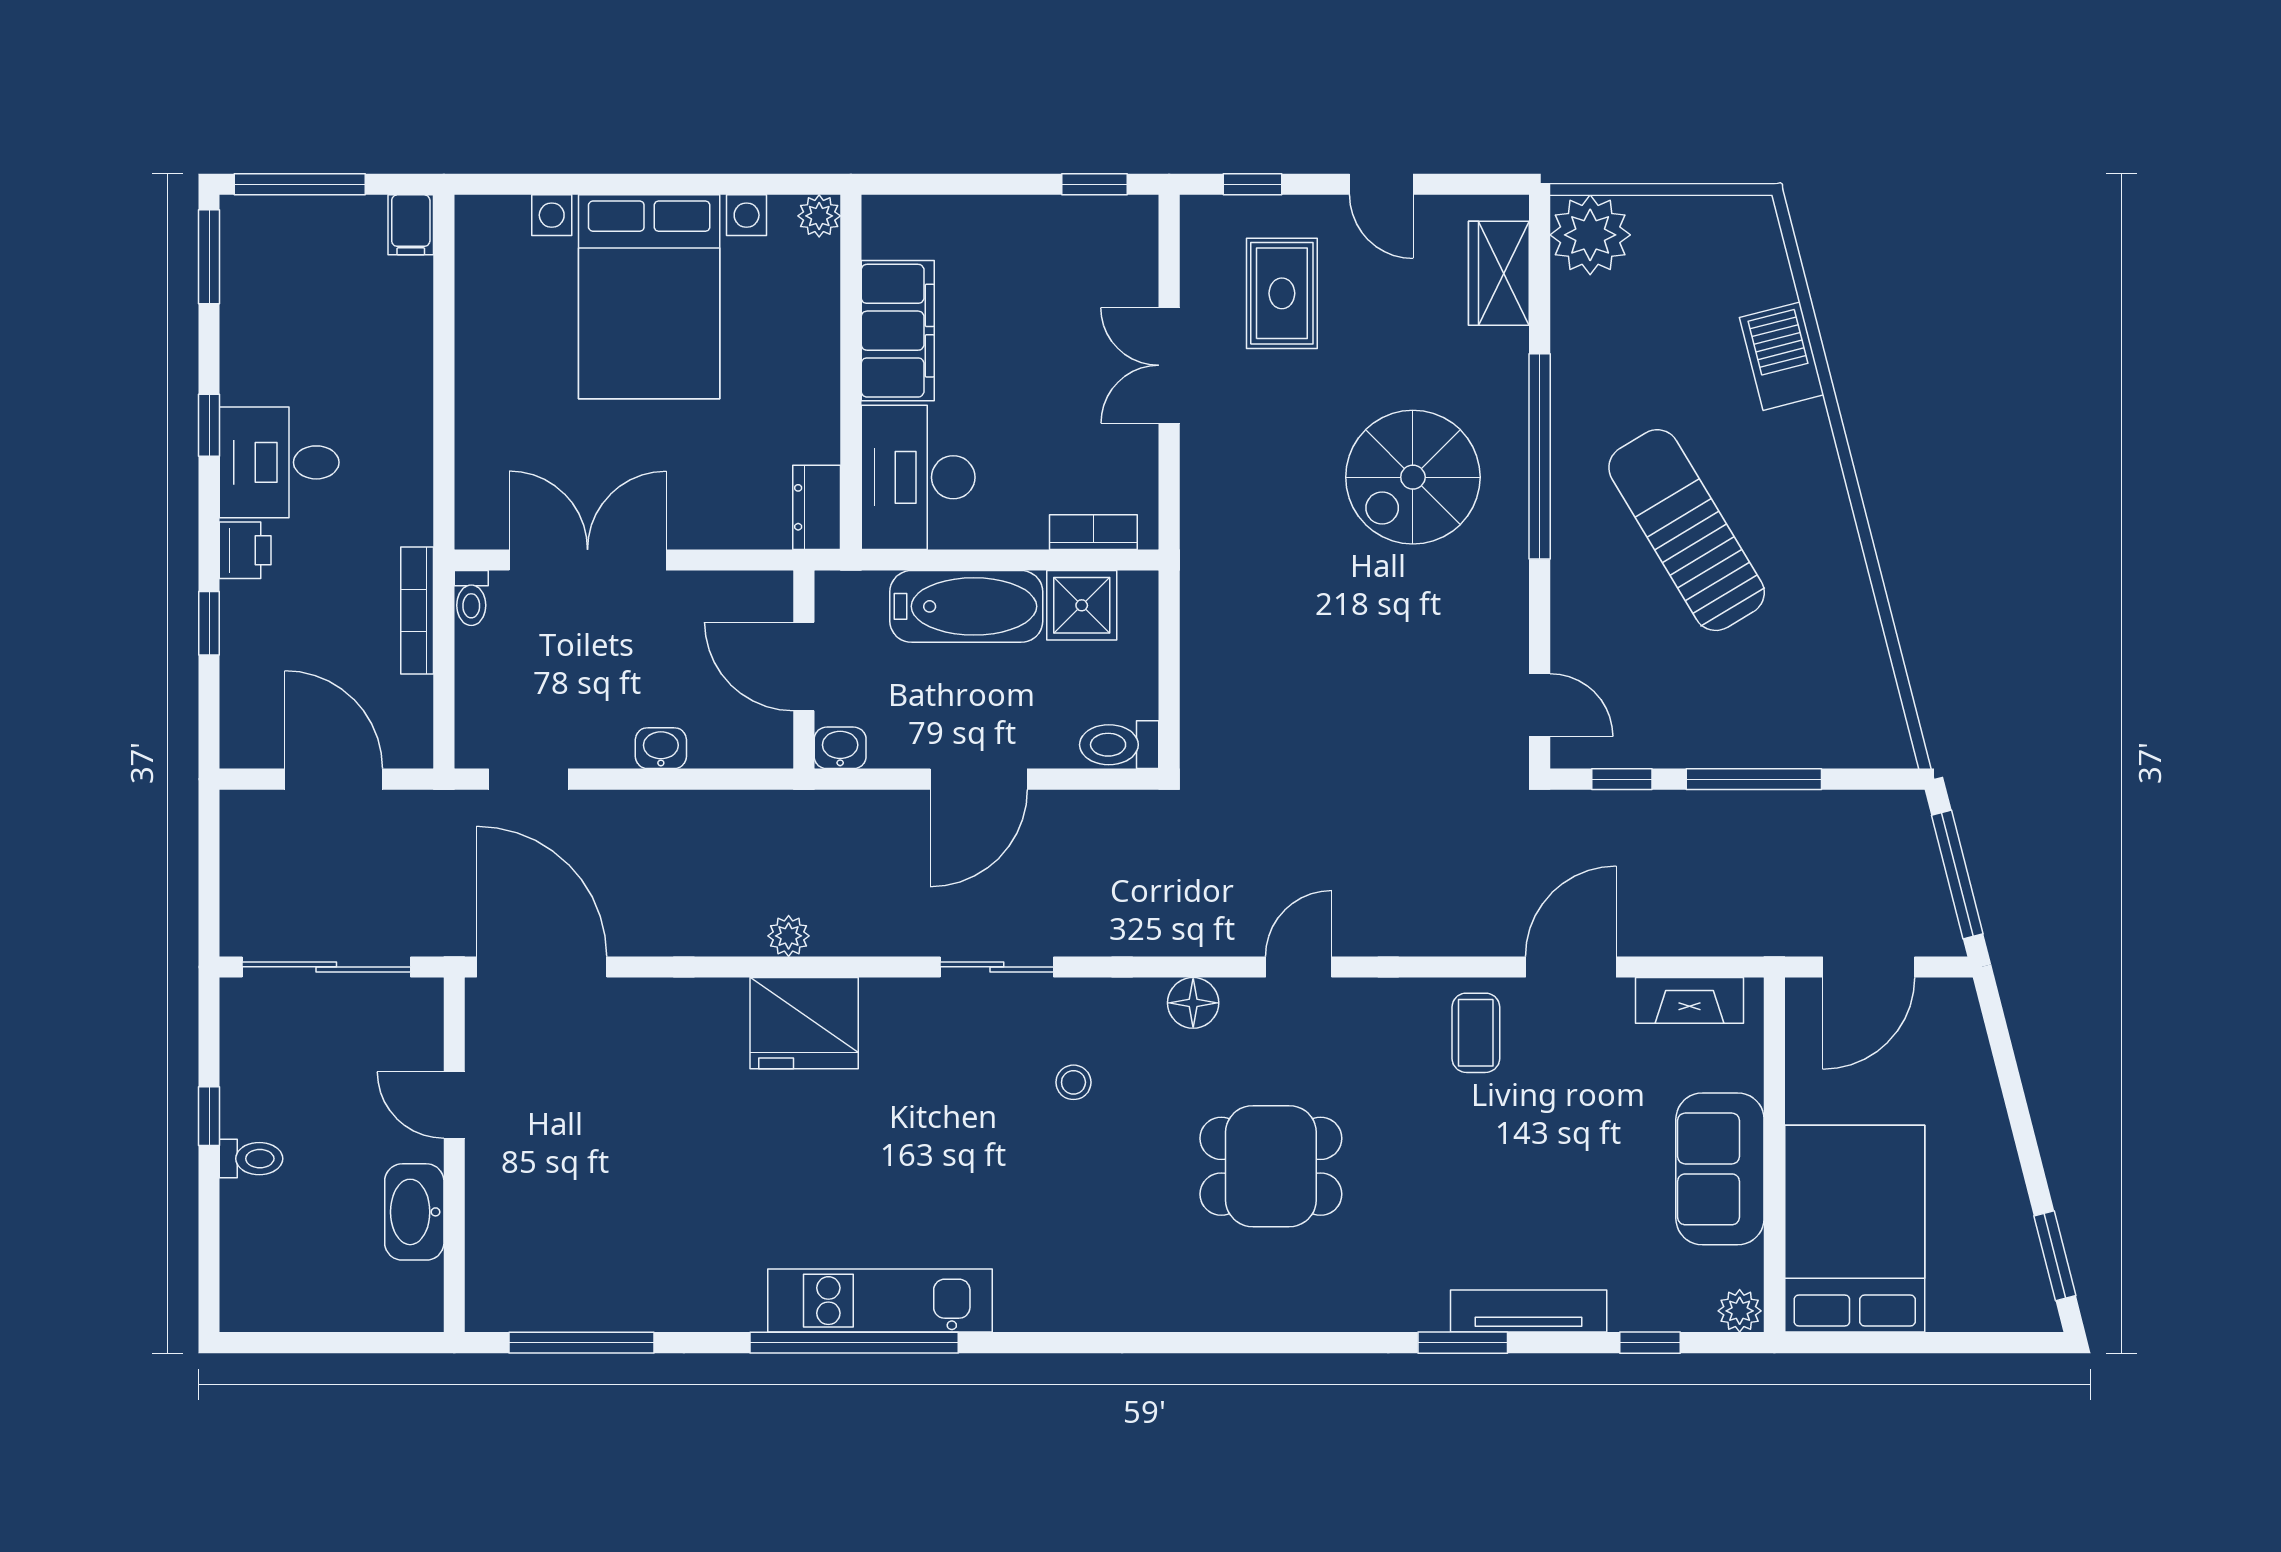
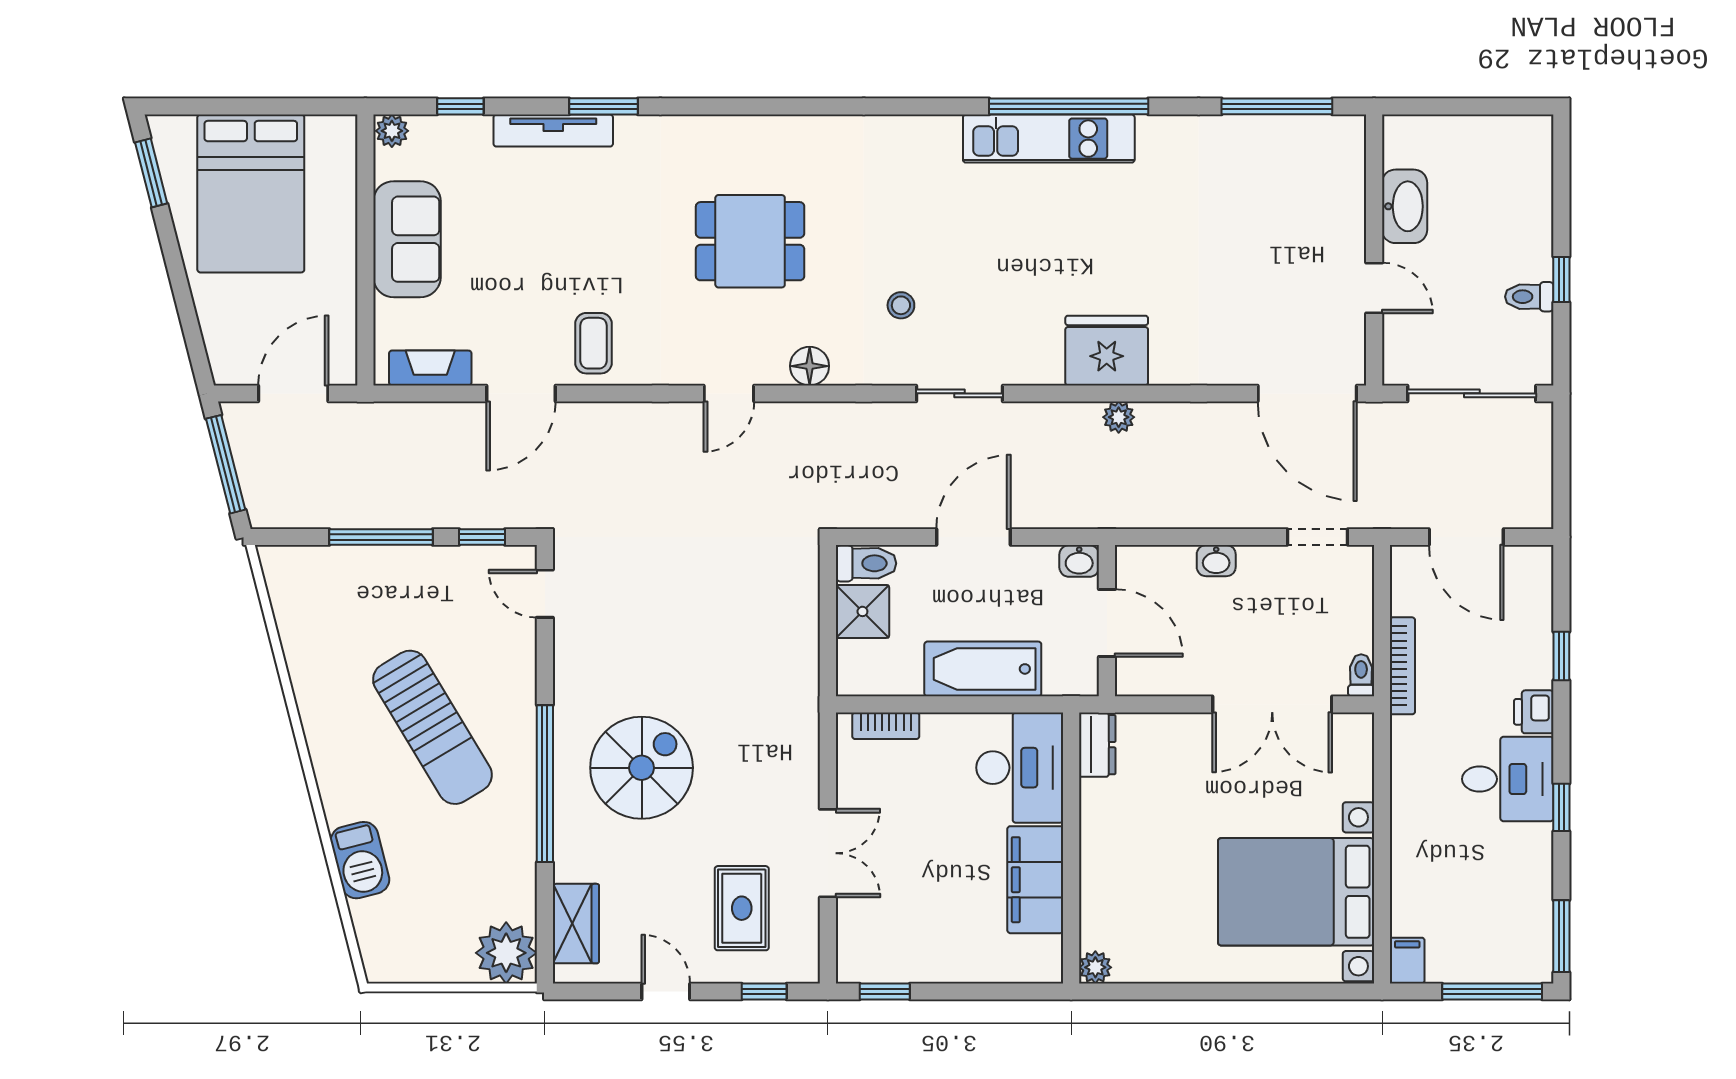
bed with nightstands: (649, 297) -> (1296, 892), moved, turned -90
shower: (1082, 605) -> (862, 611), moved
toilet: (251, 1159) -> (1529, 297), moved
bed: (1855, 1229) -> (251, 193), moved

